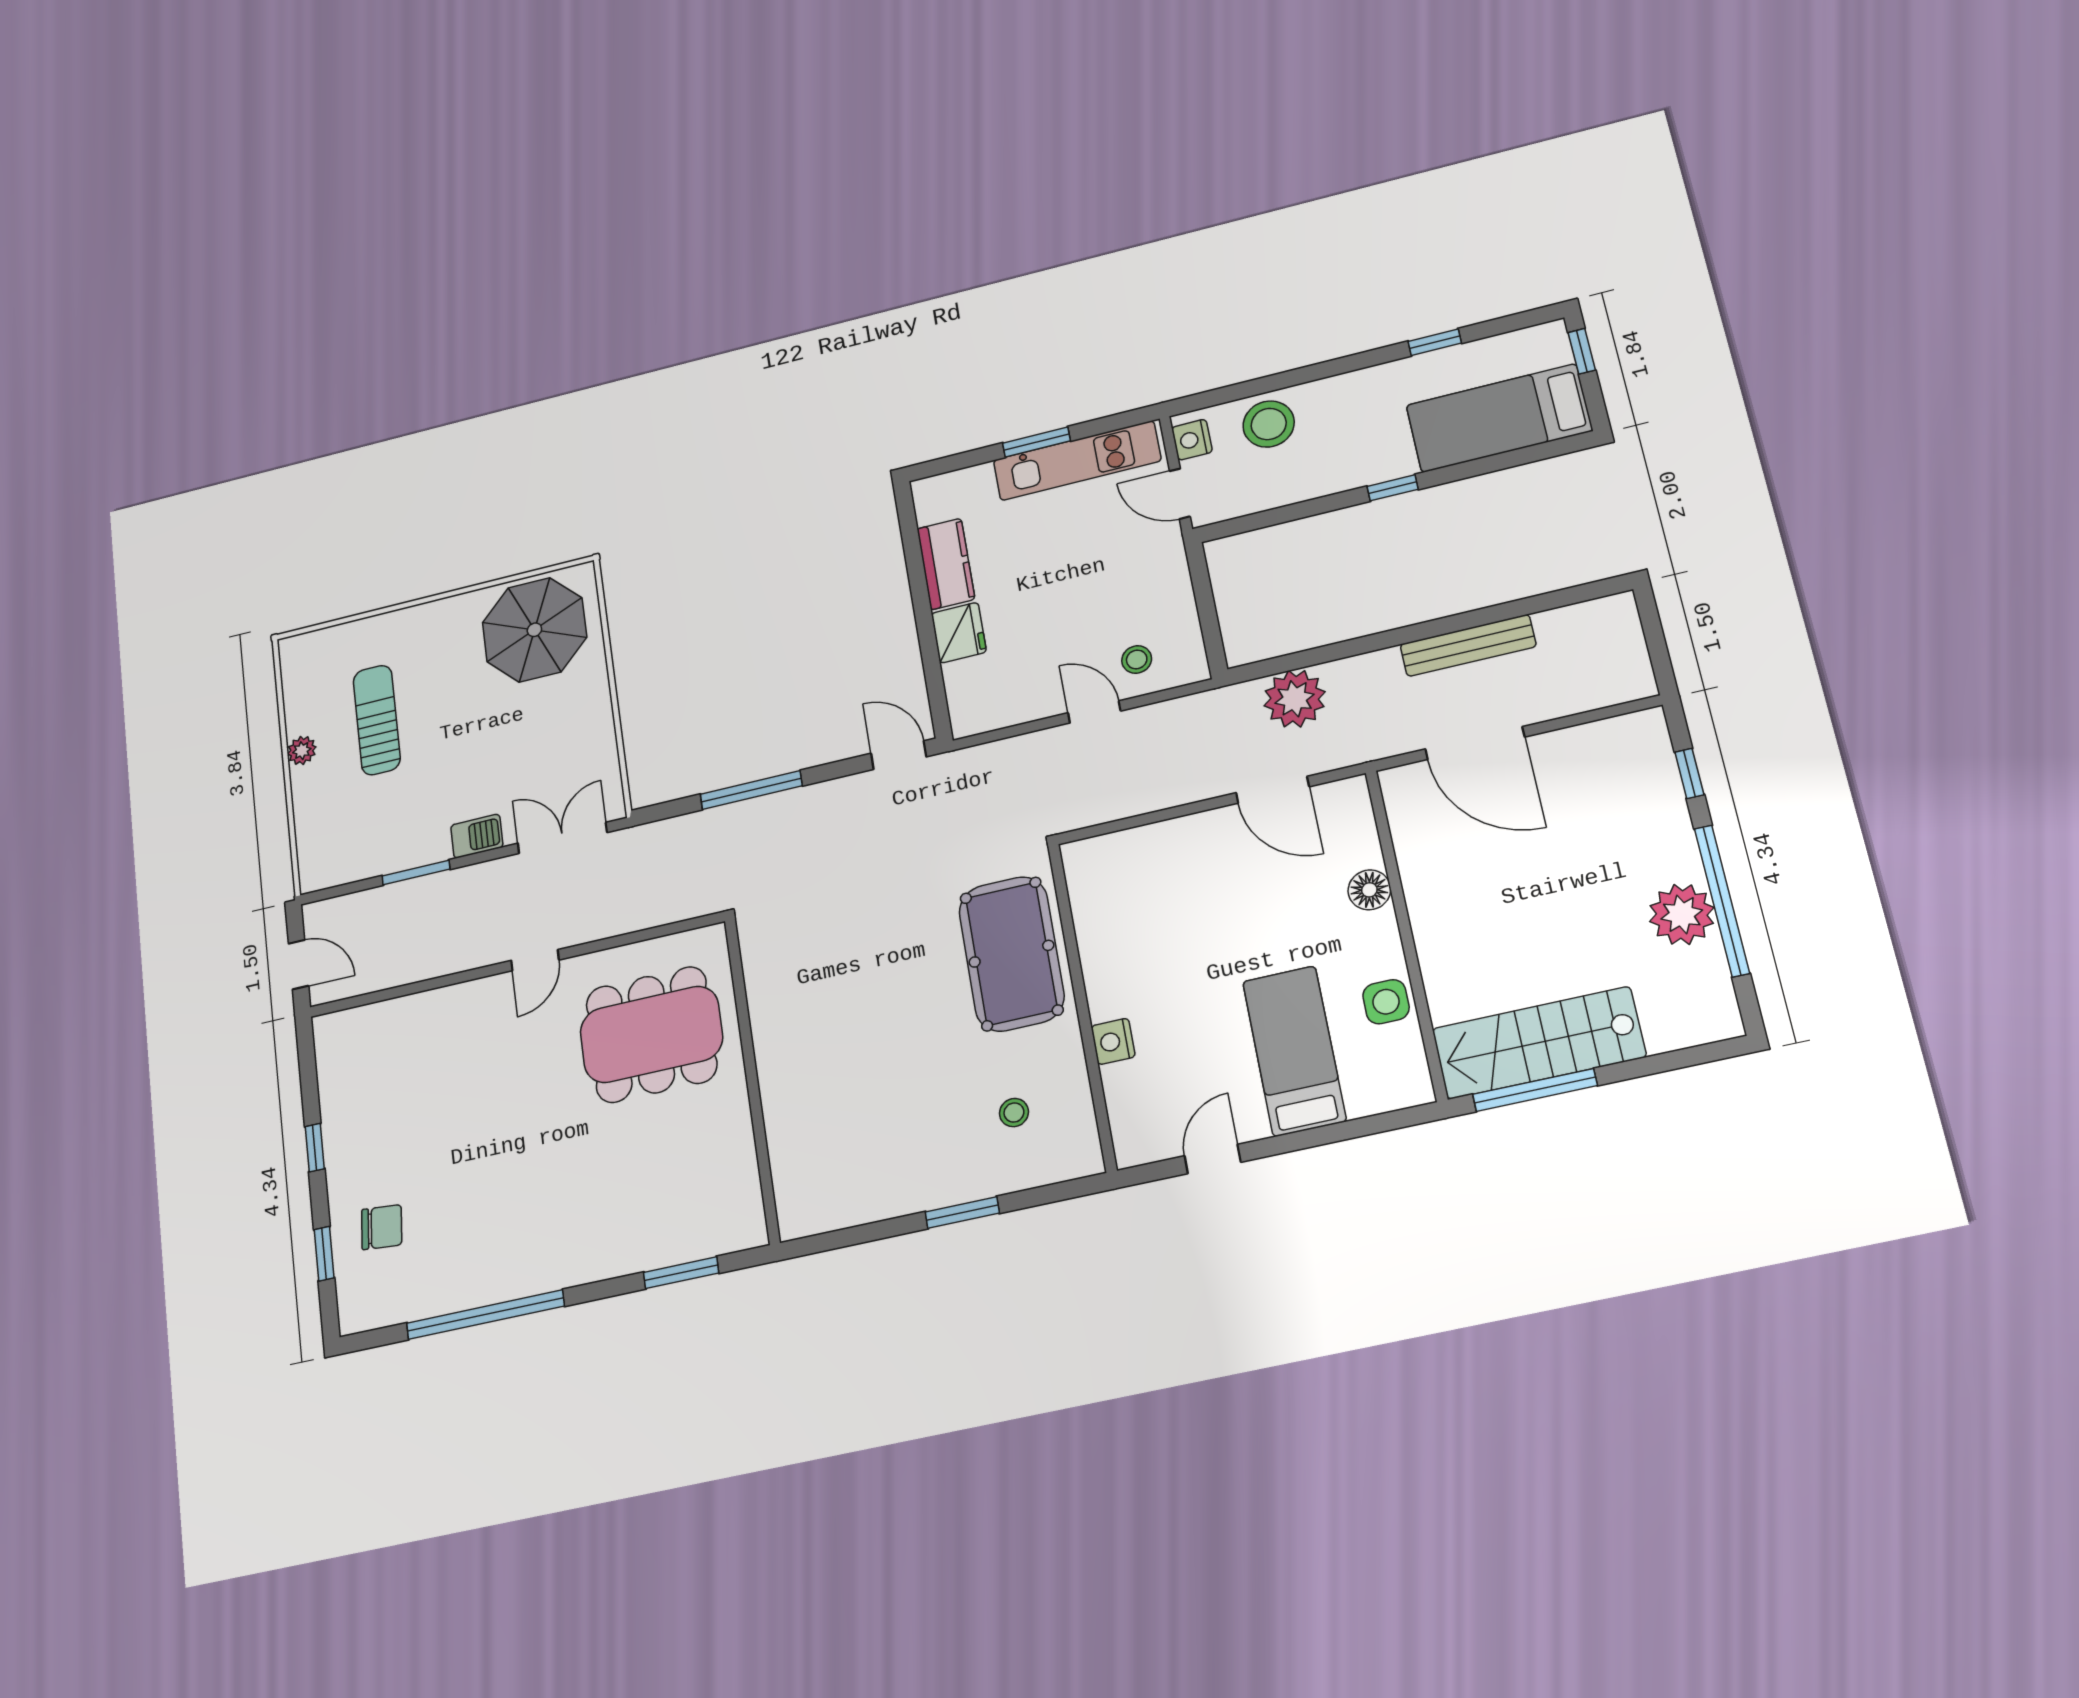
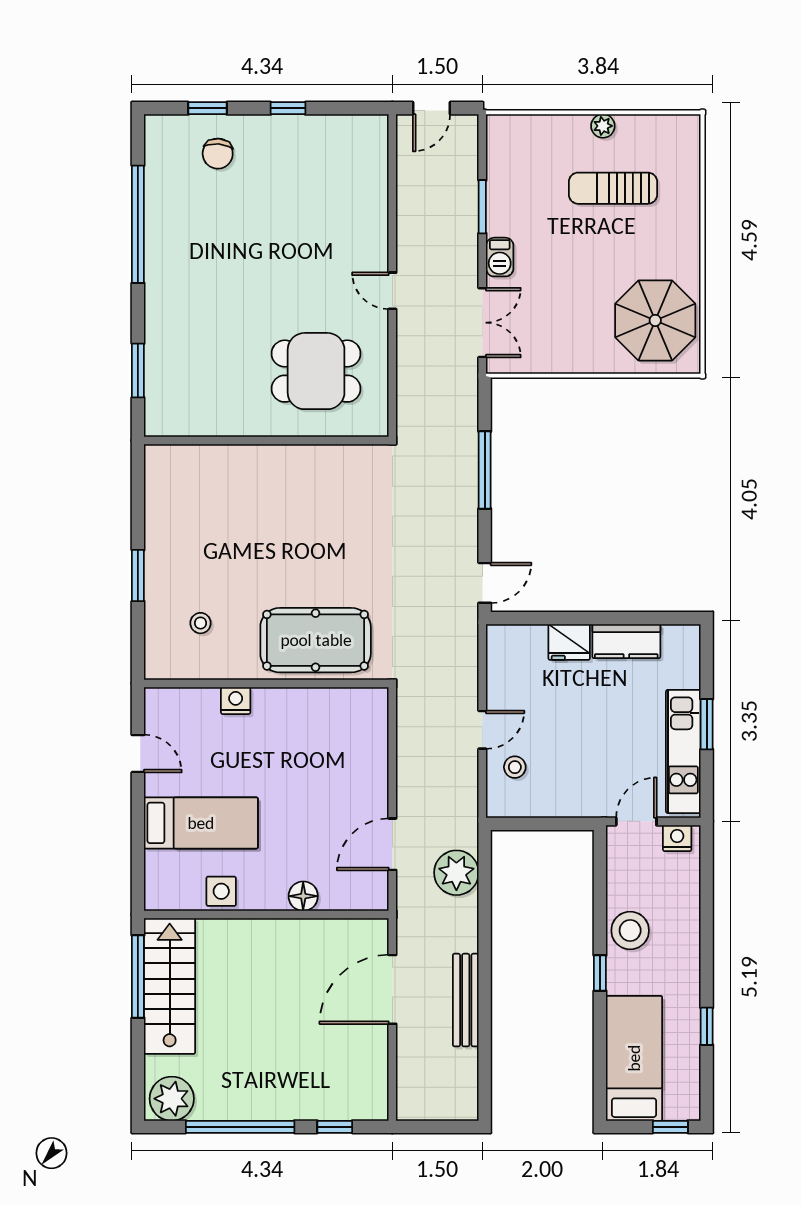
stool: (1269, 424) -> (630, 930), moved
sun lounger: (377, 720) -> (613, 188), turned 180
plant: (1682, 914) -> (172, 1099), moved
dining table: (651, 1034) -> (316, 371), width x0.73

